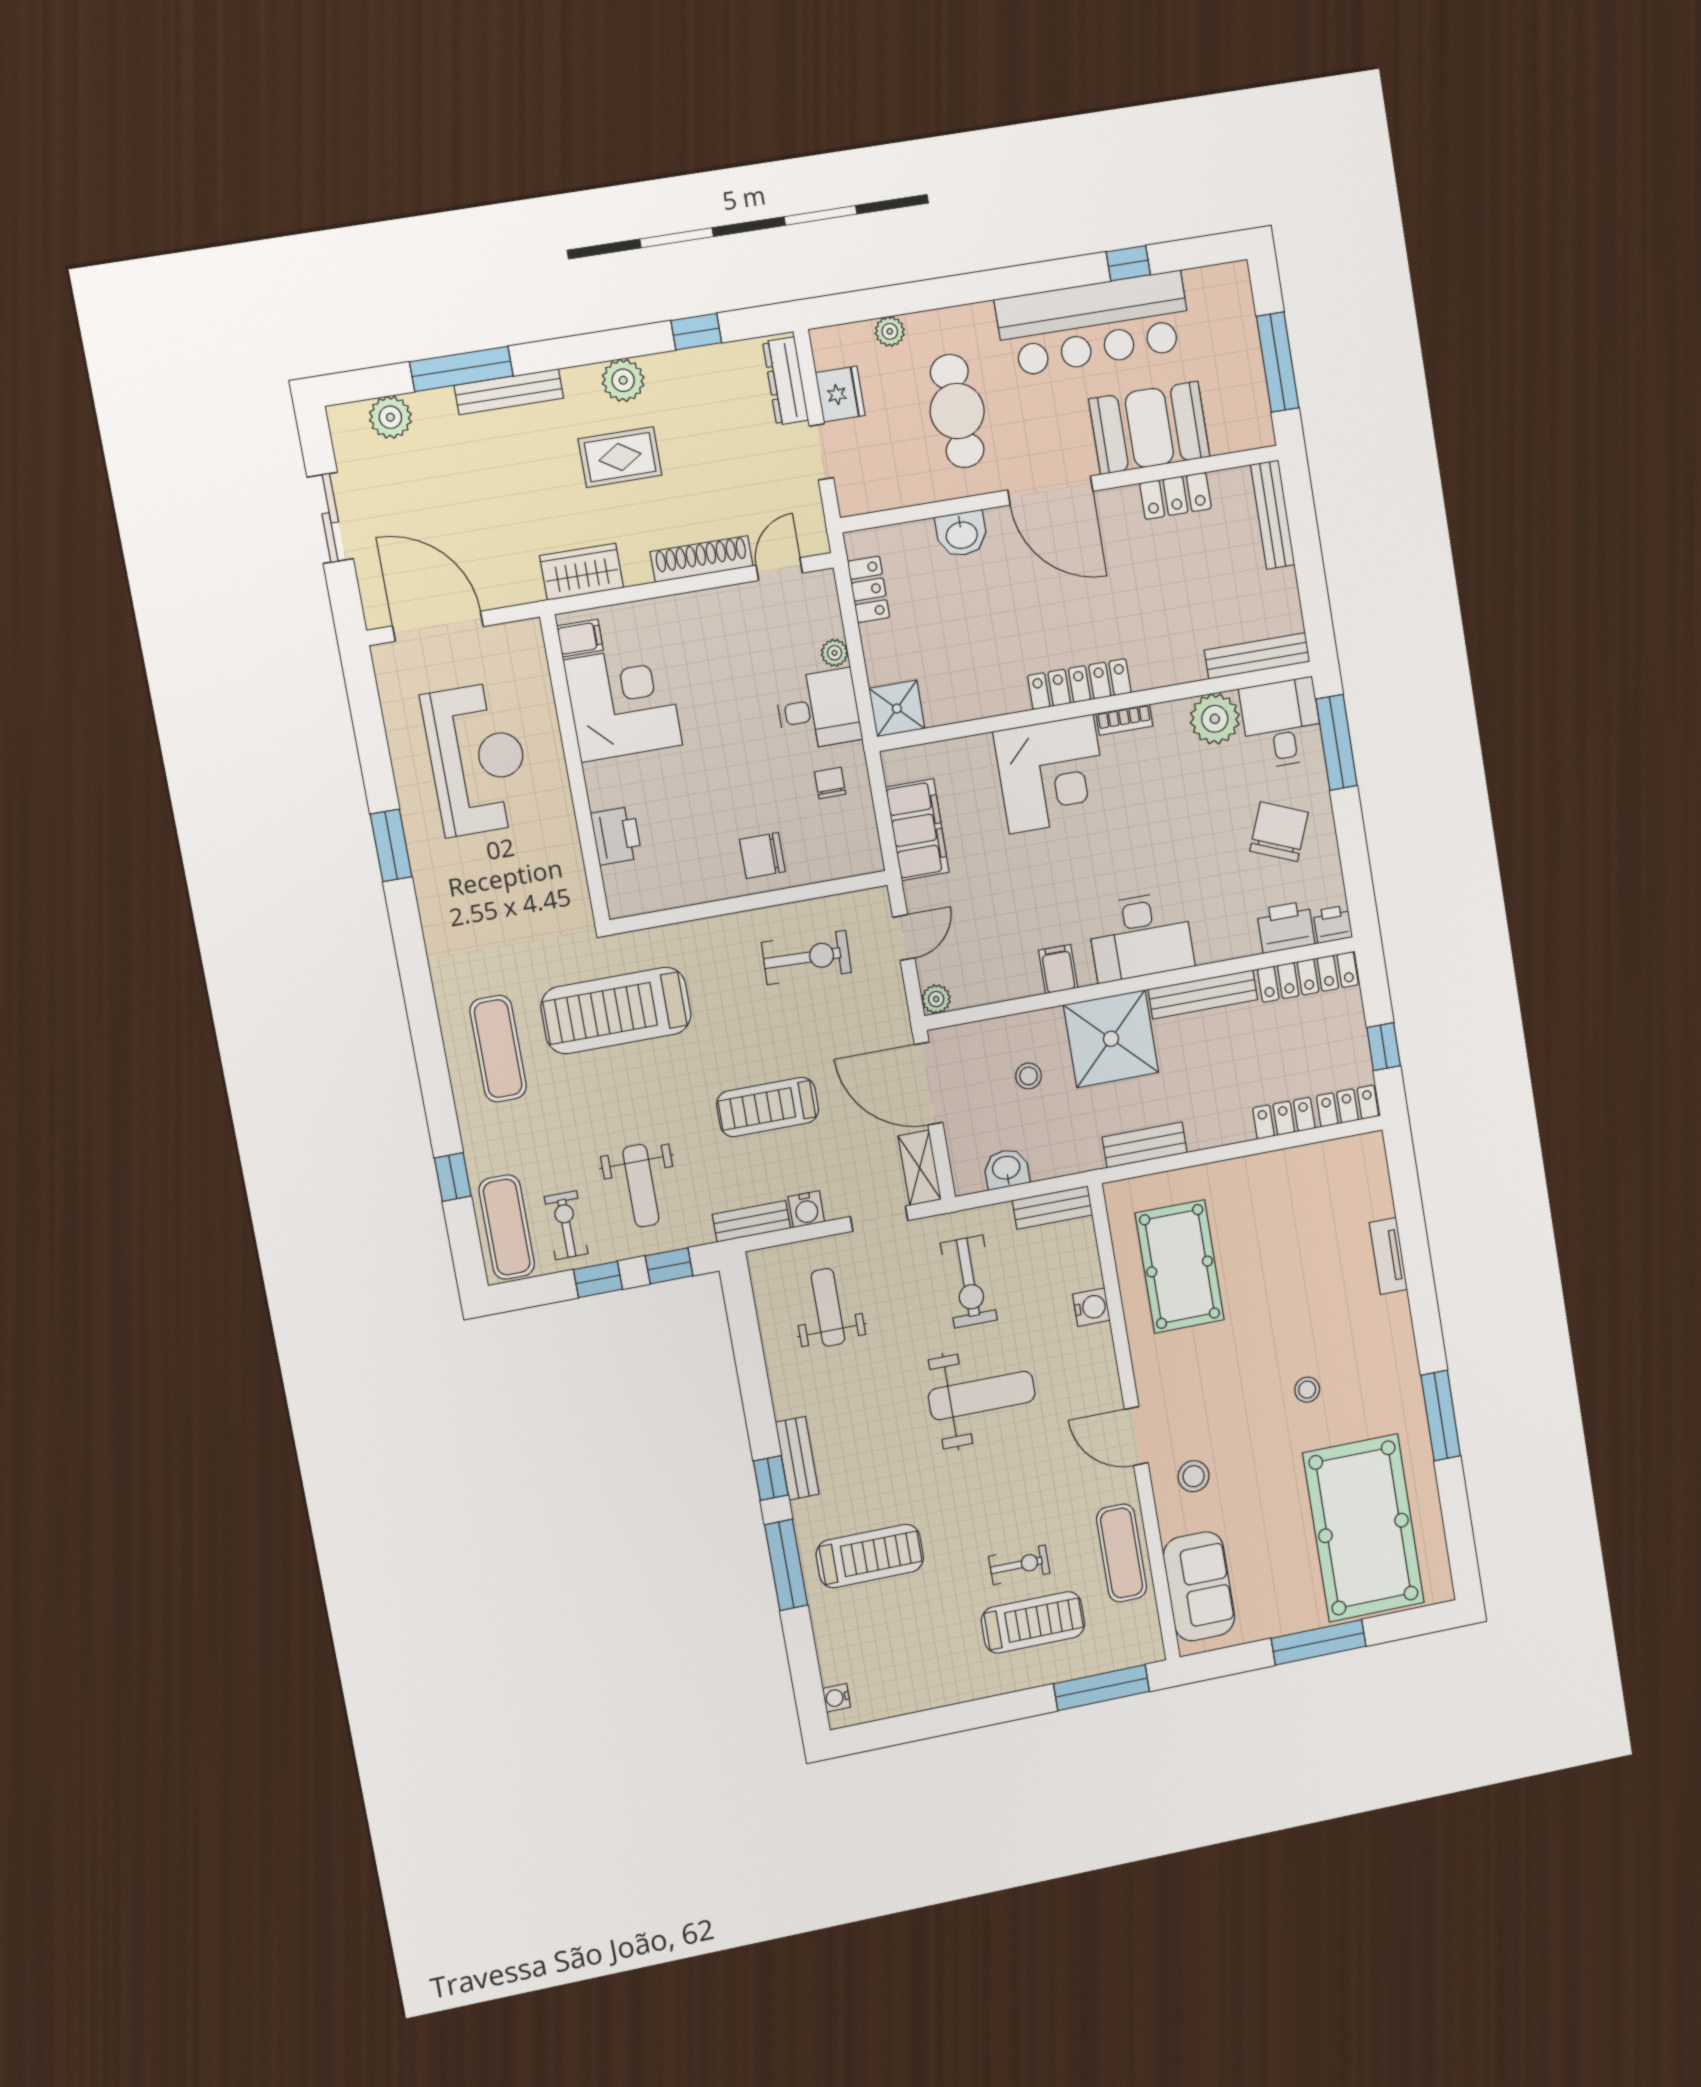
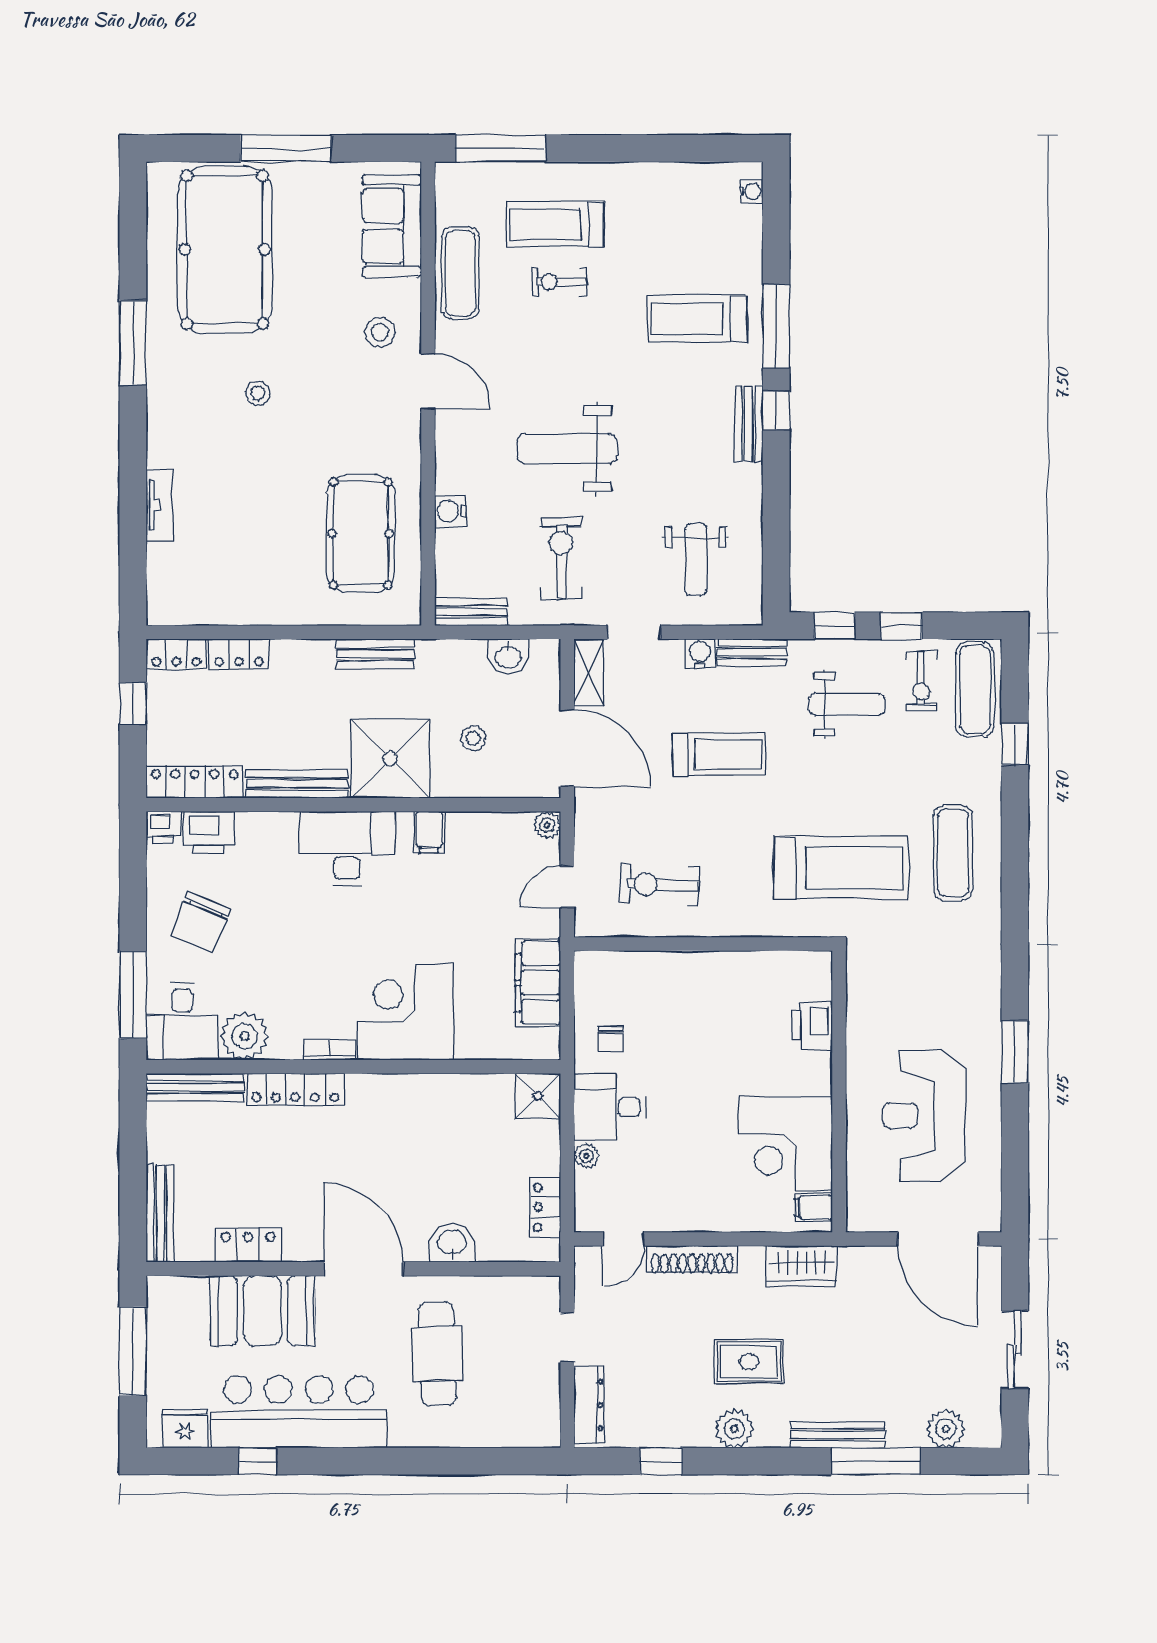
plant: (890, 331) -> (487, 1434), removed
fridge: (840, 394) -> (185, 1428), moved, turned 90
locker: (1079, 684) -> (295, 1089), moved
chair: (762, 855) -> (684, 984), removed
weight bench: (641, 1186) -> (847, 704), turned 90

